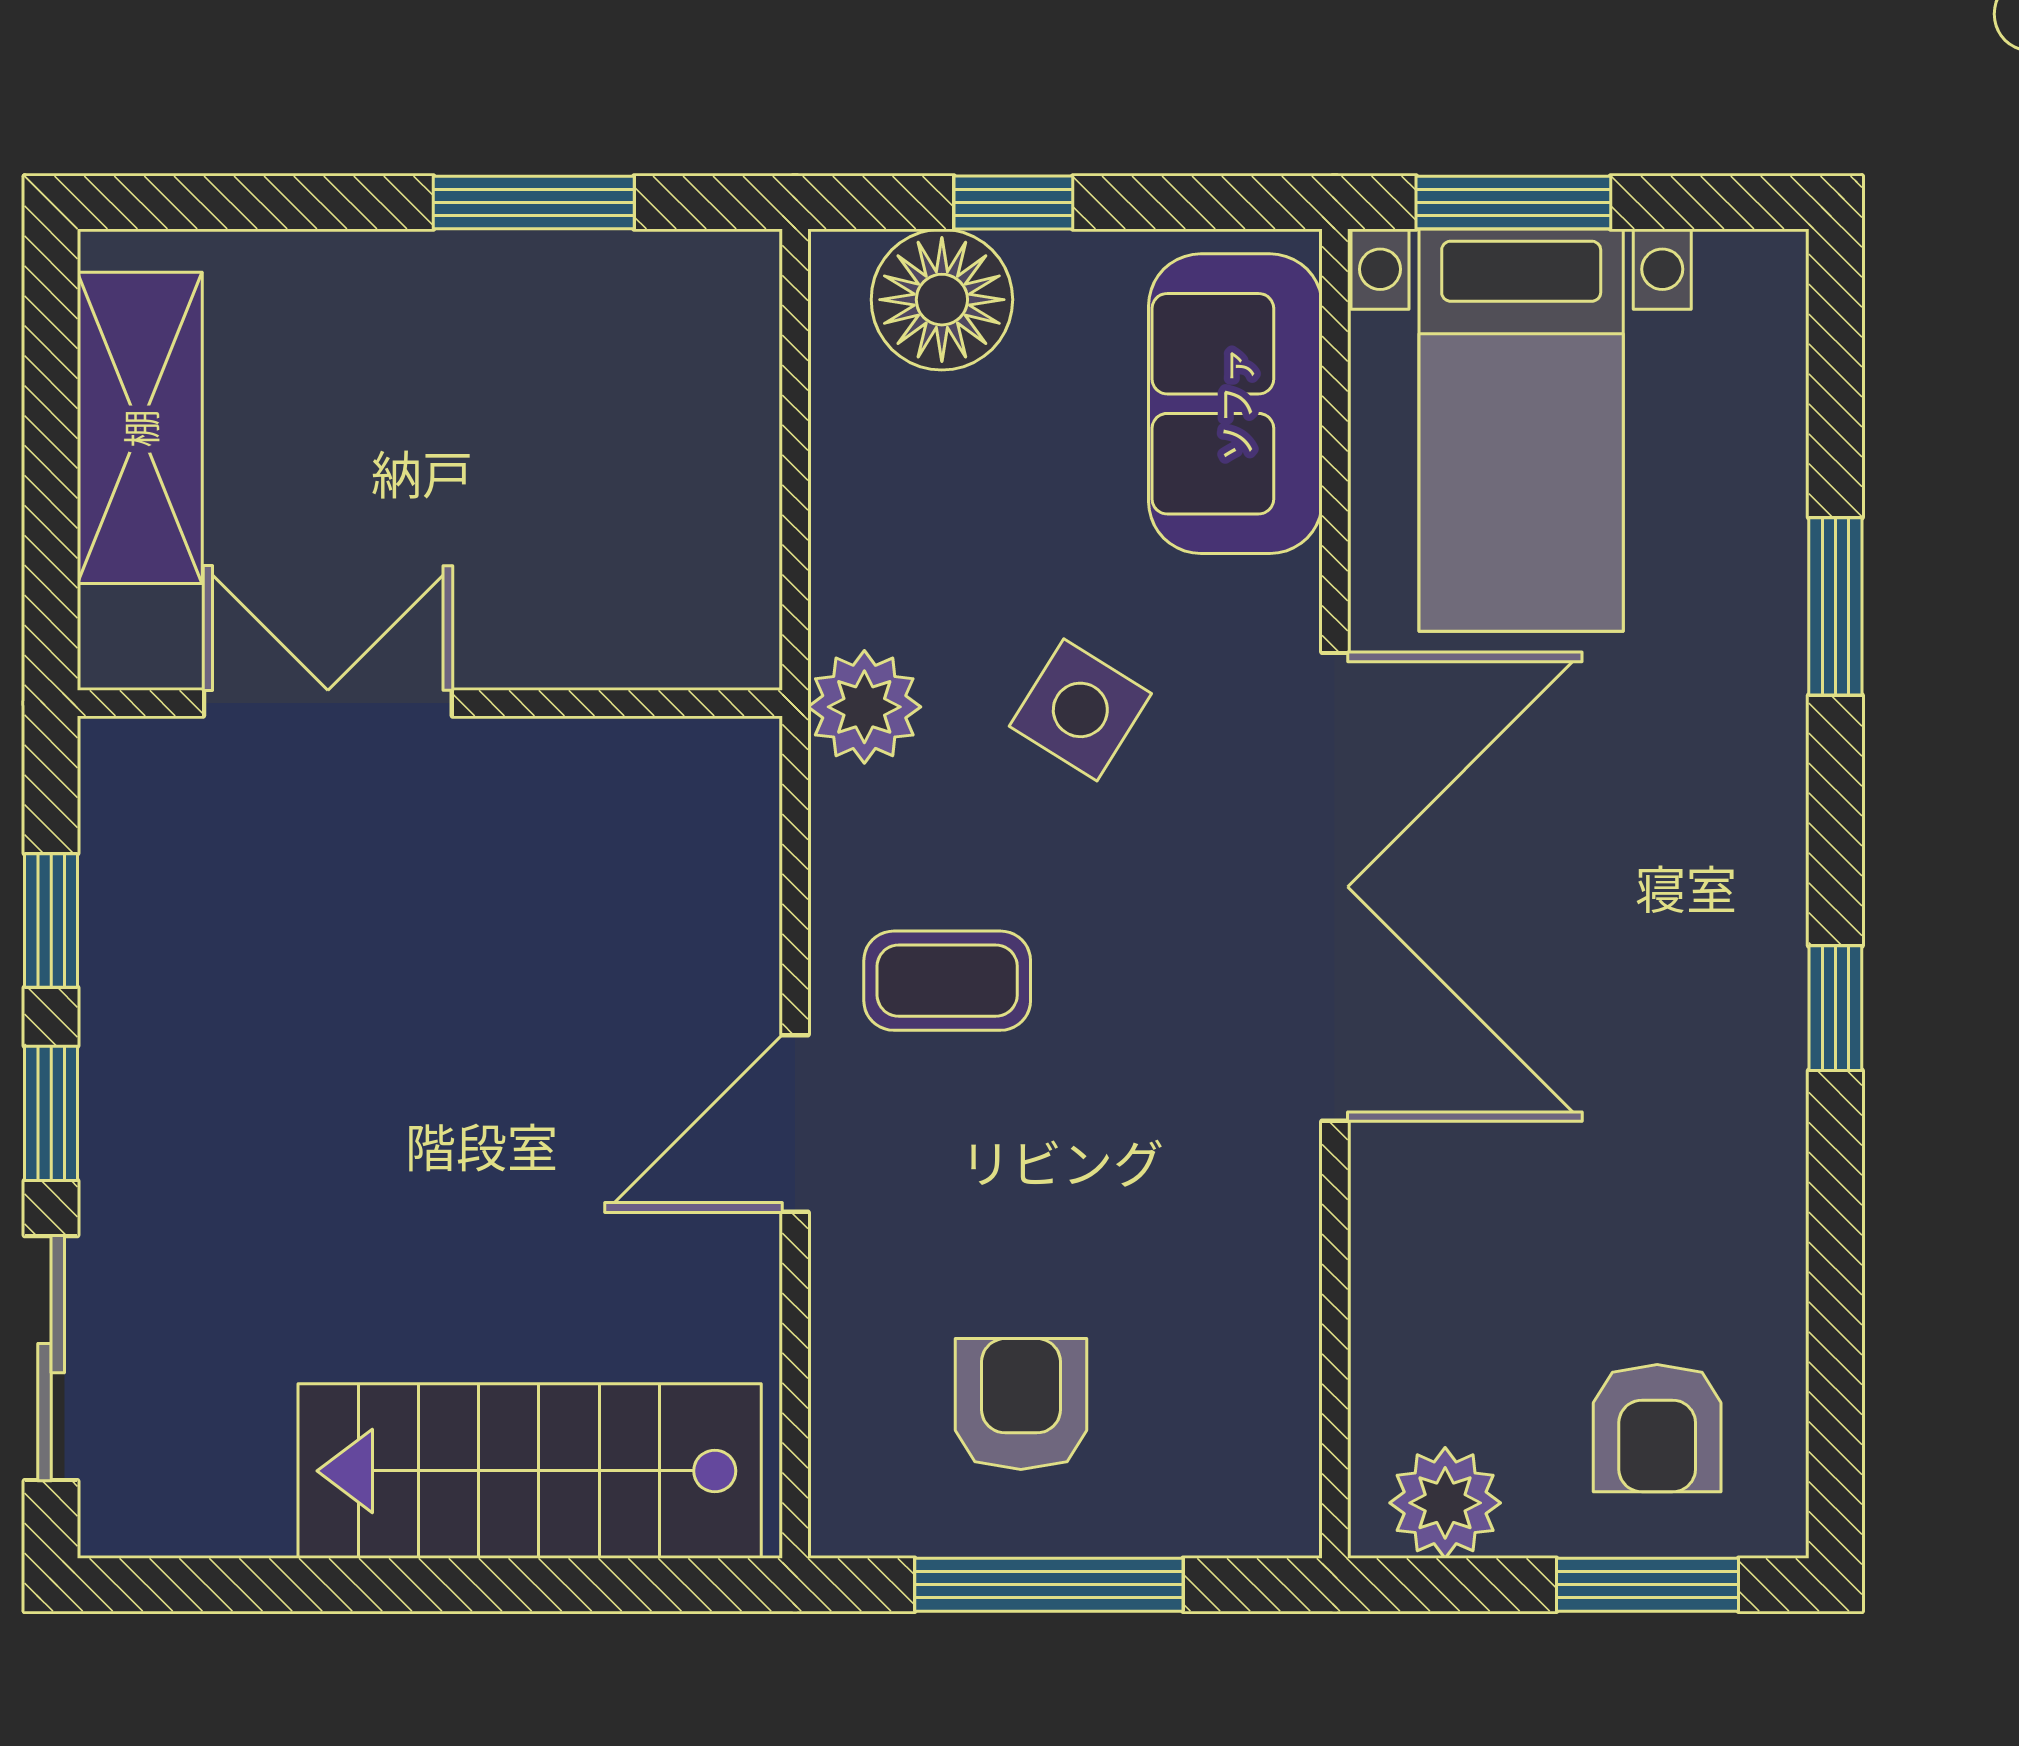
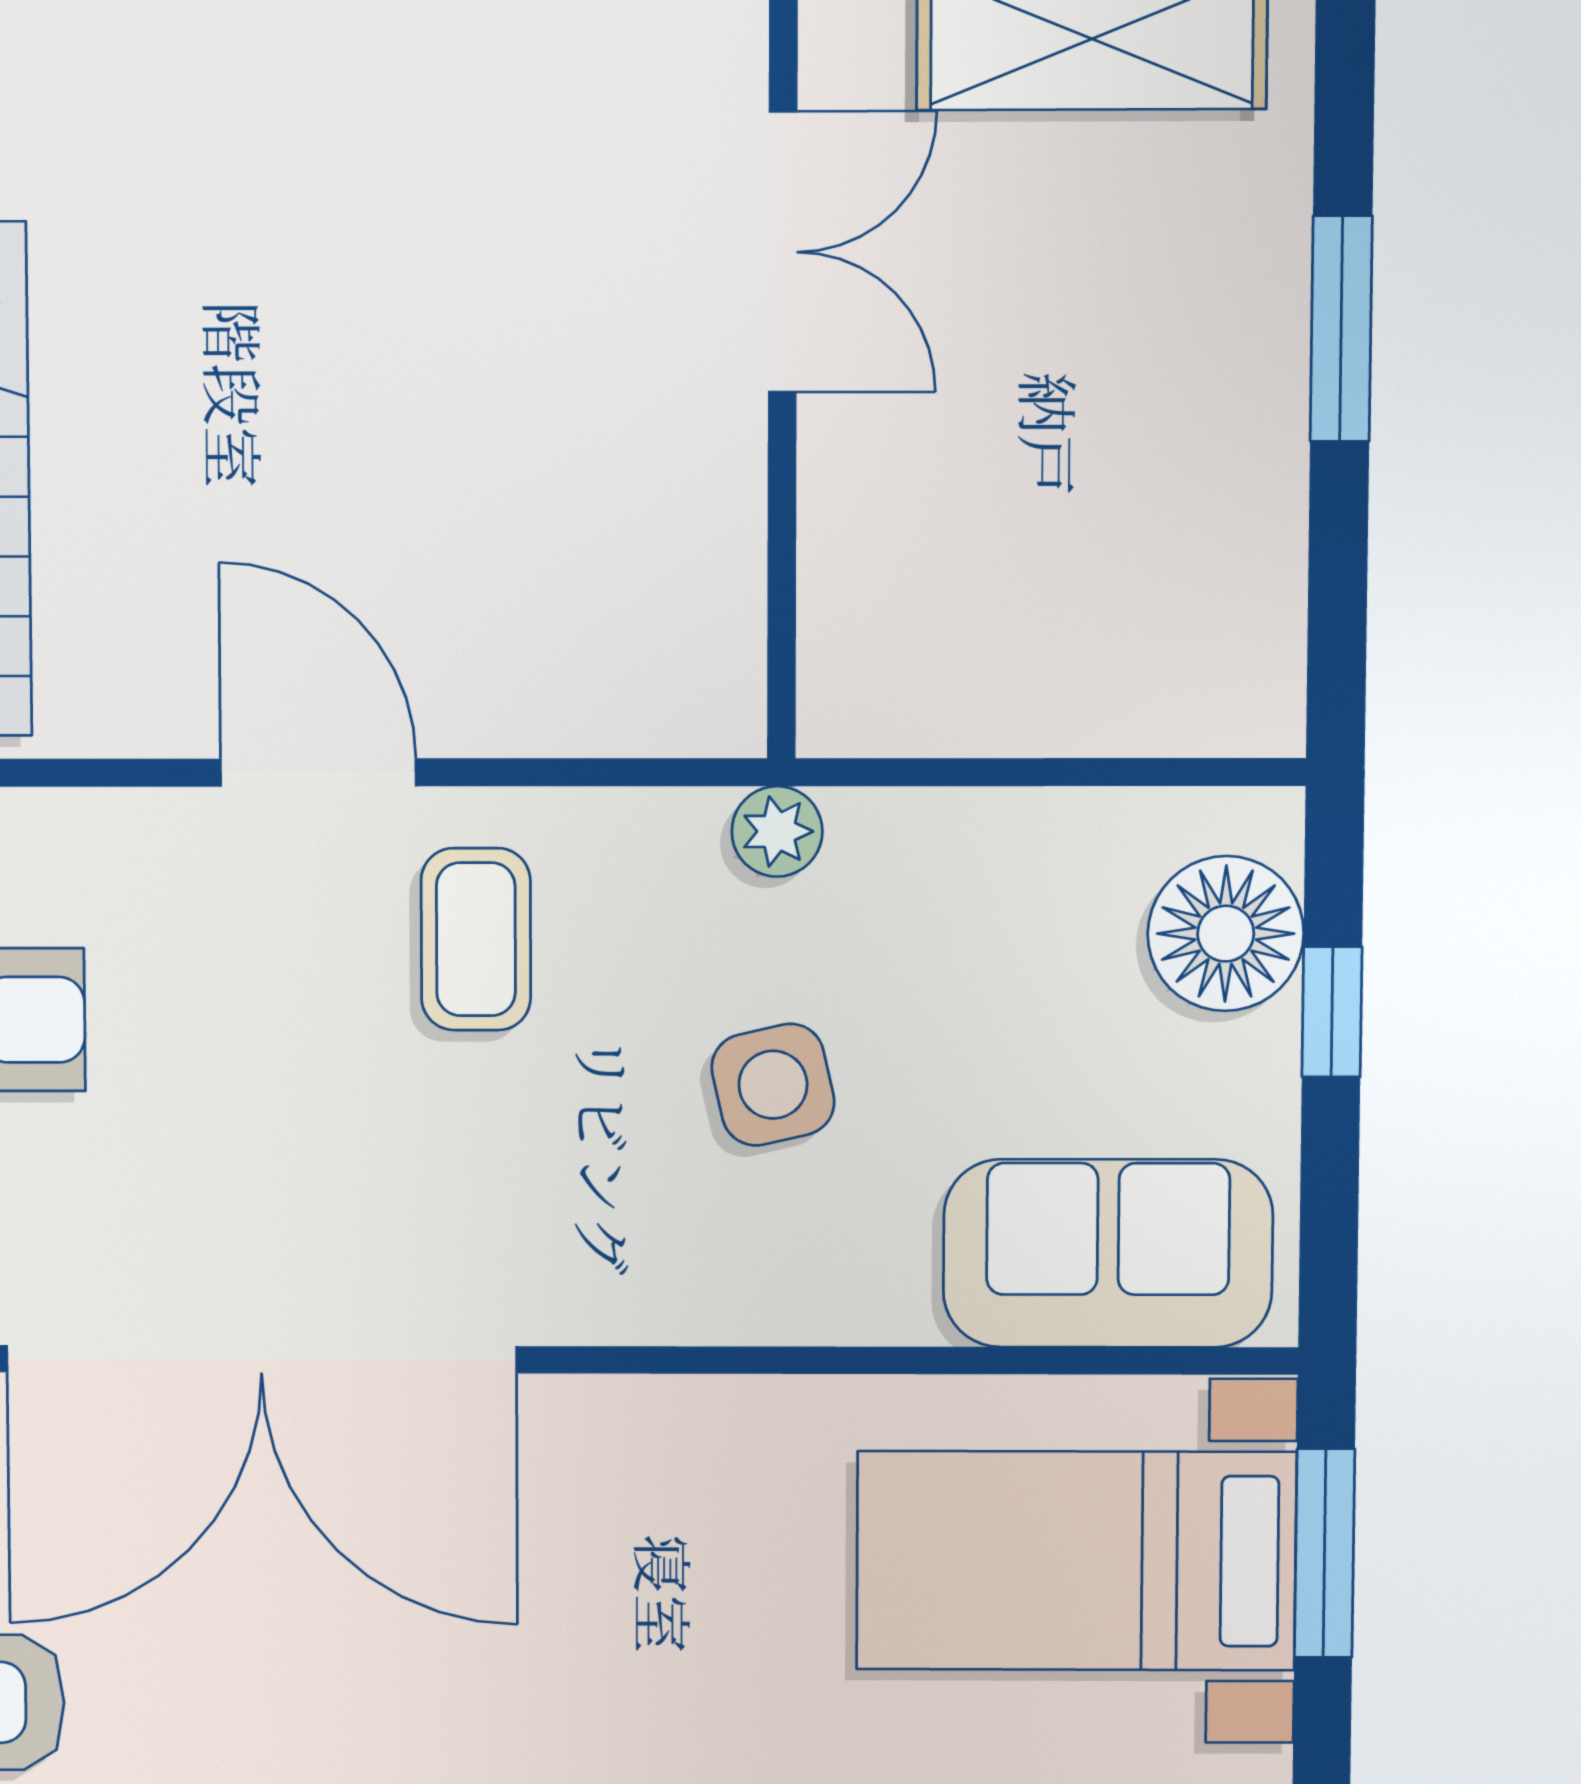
window: (534, 203) -> (1341, 329), moved
plant: (864, 707) -> (777, 831), width x0.73, depth x0.73
side table: (1080, 710) -> (773, 1085), turned 45
double door: (1335, 887) -> (262, 1359), moved

